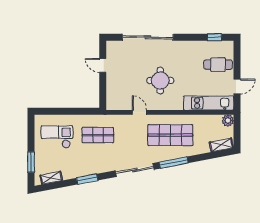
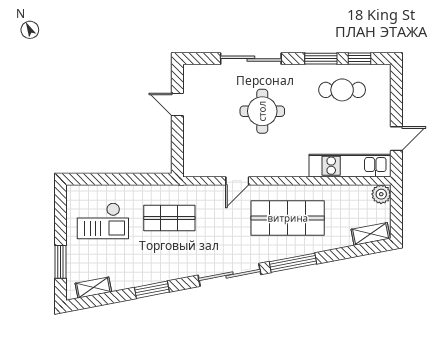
sliding door: (148, 37) -> (251, 59), width x0.73
window: (191, 37) -> (321, 59), added
cafe table: (218, 65) -> (342, 90), moved
round table: (160, 81) -> (262, 111), moved
door: (139, 112) -> (237, 181), swing flipped
checkout: (57, 137) -> (103, 221), turned 180

